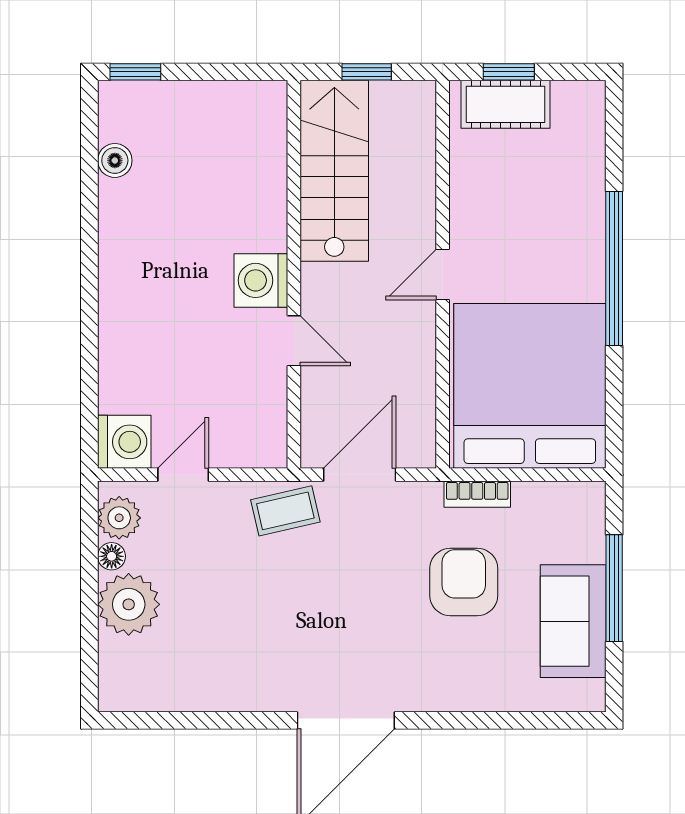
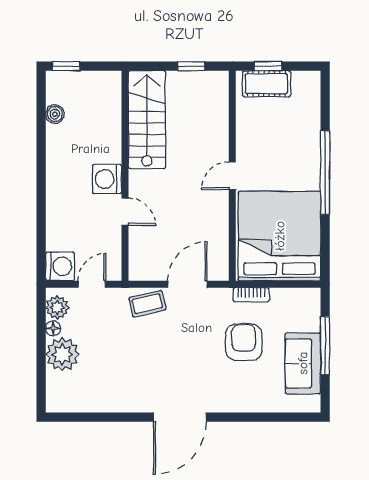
stairs: (334, 171) -> (147, 120), moved
wall: (294, 274) -> (125, 176), moved
washing machine: (261, 280) -> (107, 179), moved
door: (294, 341) -> (125, 212), moved

